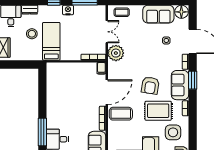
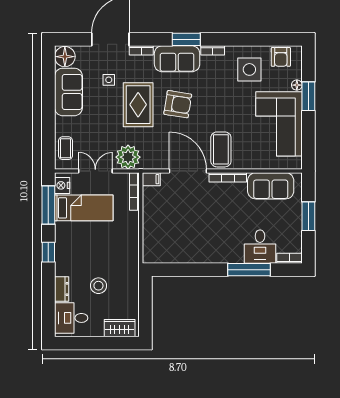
nightstand: (68, 10) -> (62, 185), moved
bed: (51, 41) -> (84, 208), moved, turned 180
window: (193, 80) -> (186, 39), moved
rug: (158, 111) -> (138, 105), moved

